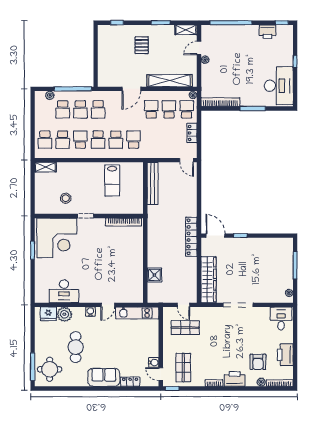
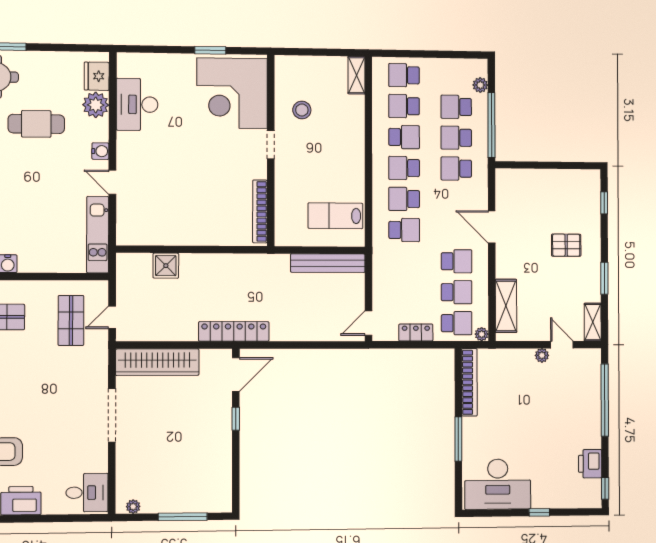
shelving: (170, 81) -> (506, 306), width x0.68
lab bench: (112, 180) -> (335, 216), moved

